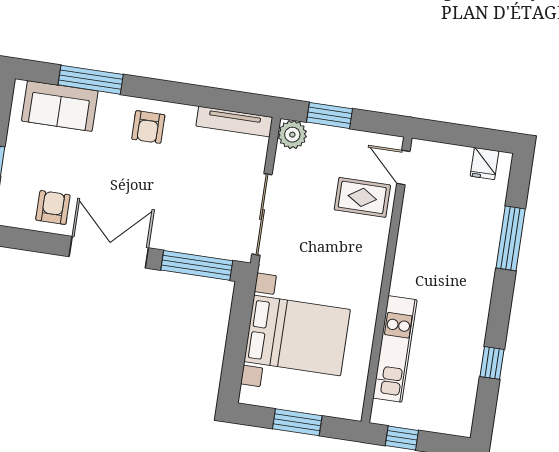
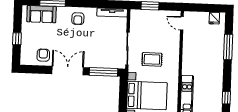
plant: (292, 135) -> (136, 15), removed
rug: (362, 197) -> (152, 59), moved

